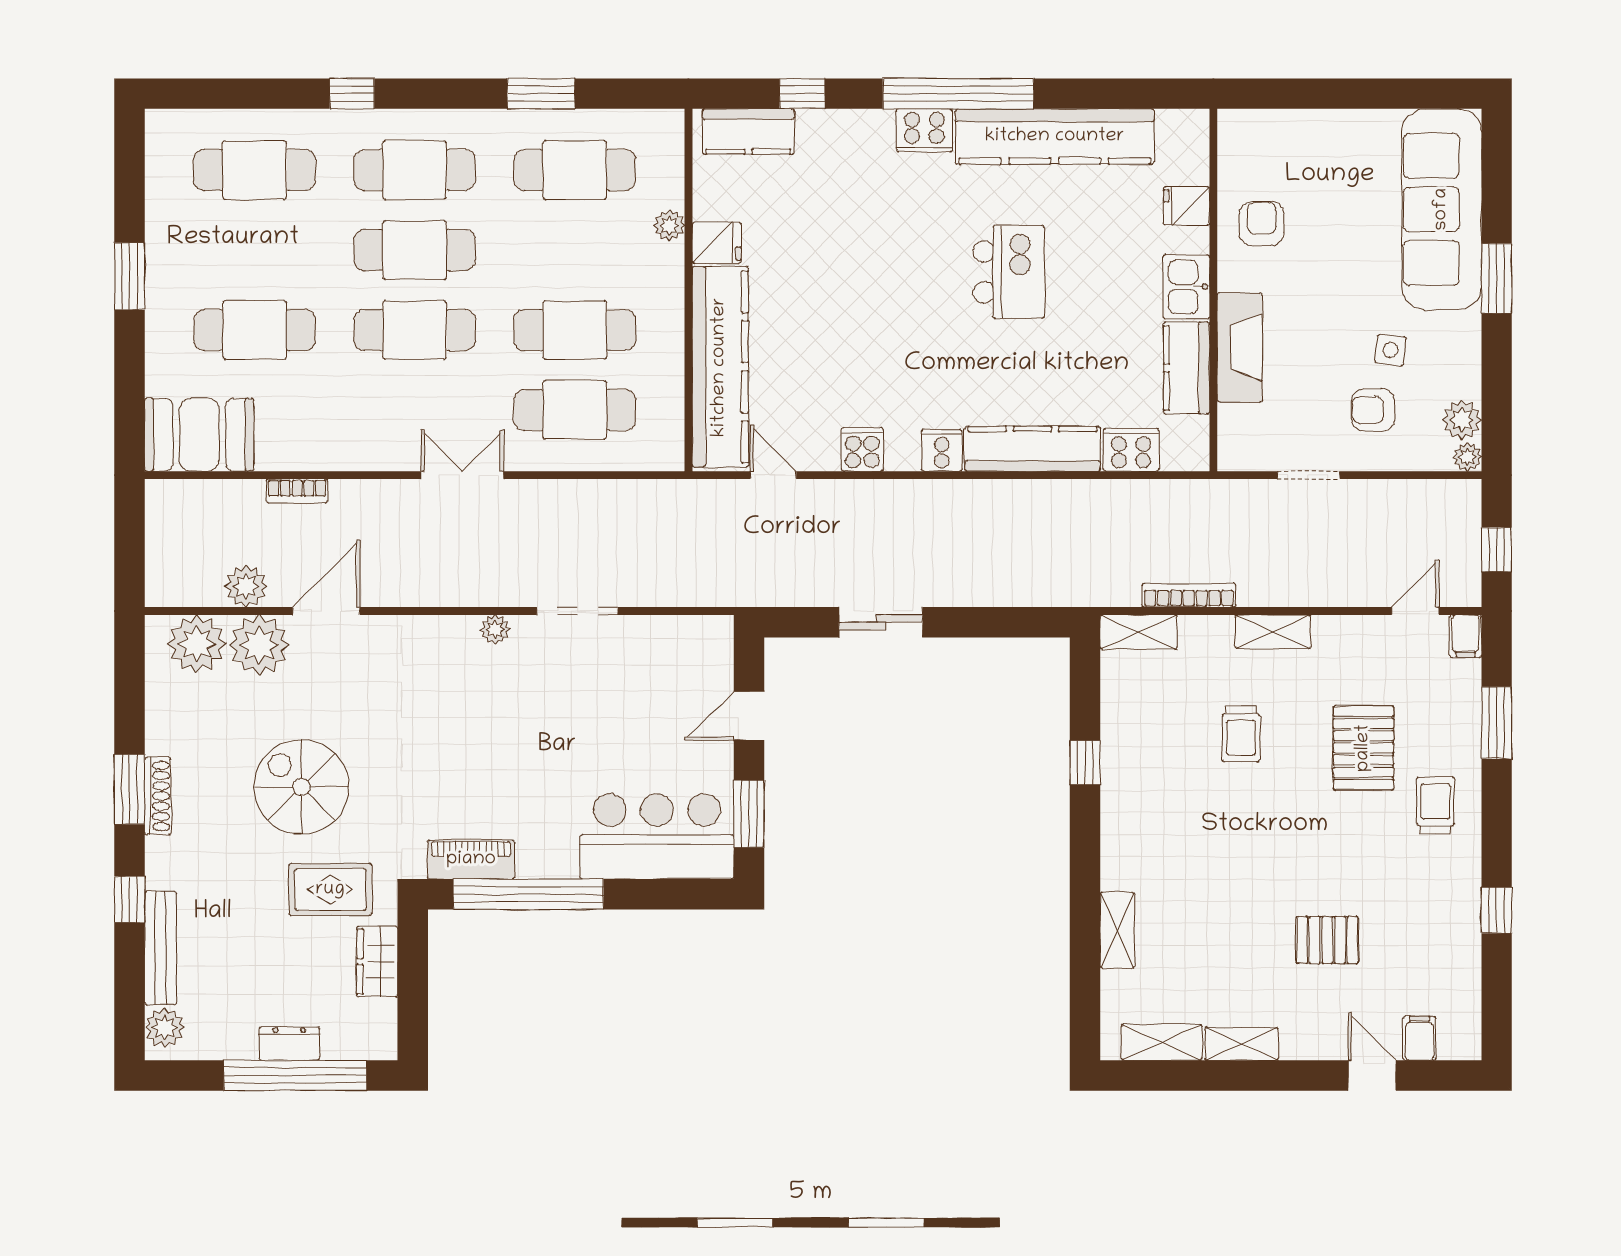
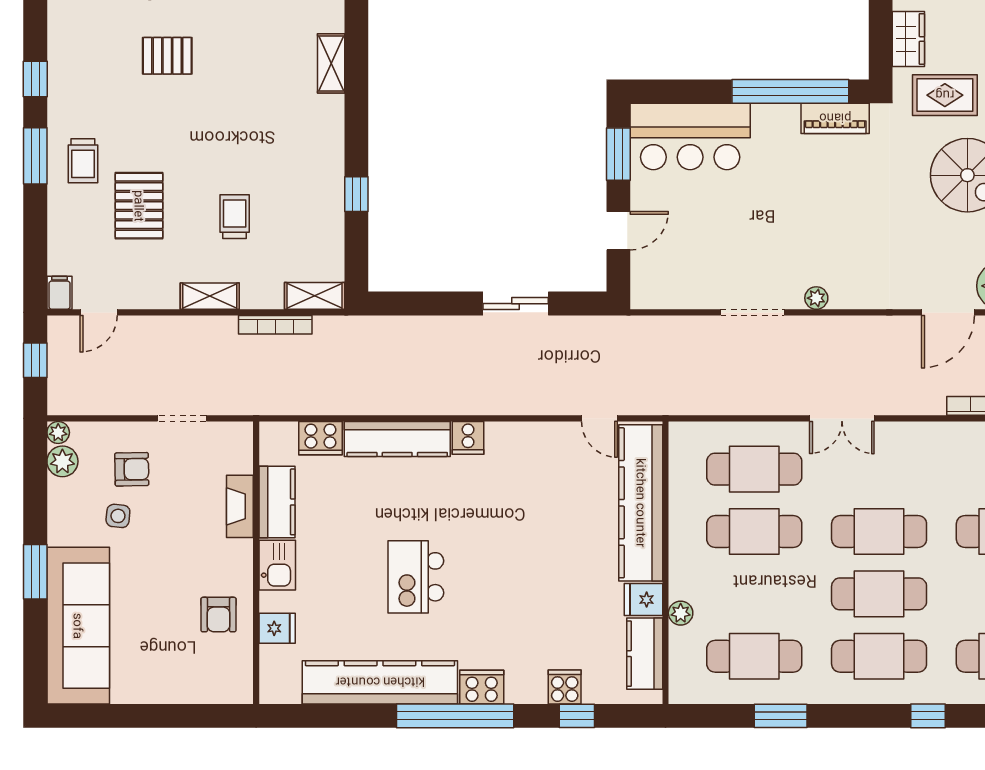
kitchen counter: (748, 132) -> (645, 654), moved, turned -90
fireplace: (1240, 347) -> (240, 506), width x0.73, depth x0.76
cooker: (862, 449) -> (565, 687), moved, turned 180
window: (1497, 723) -> (35, 156), moved

